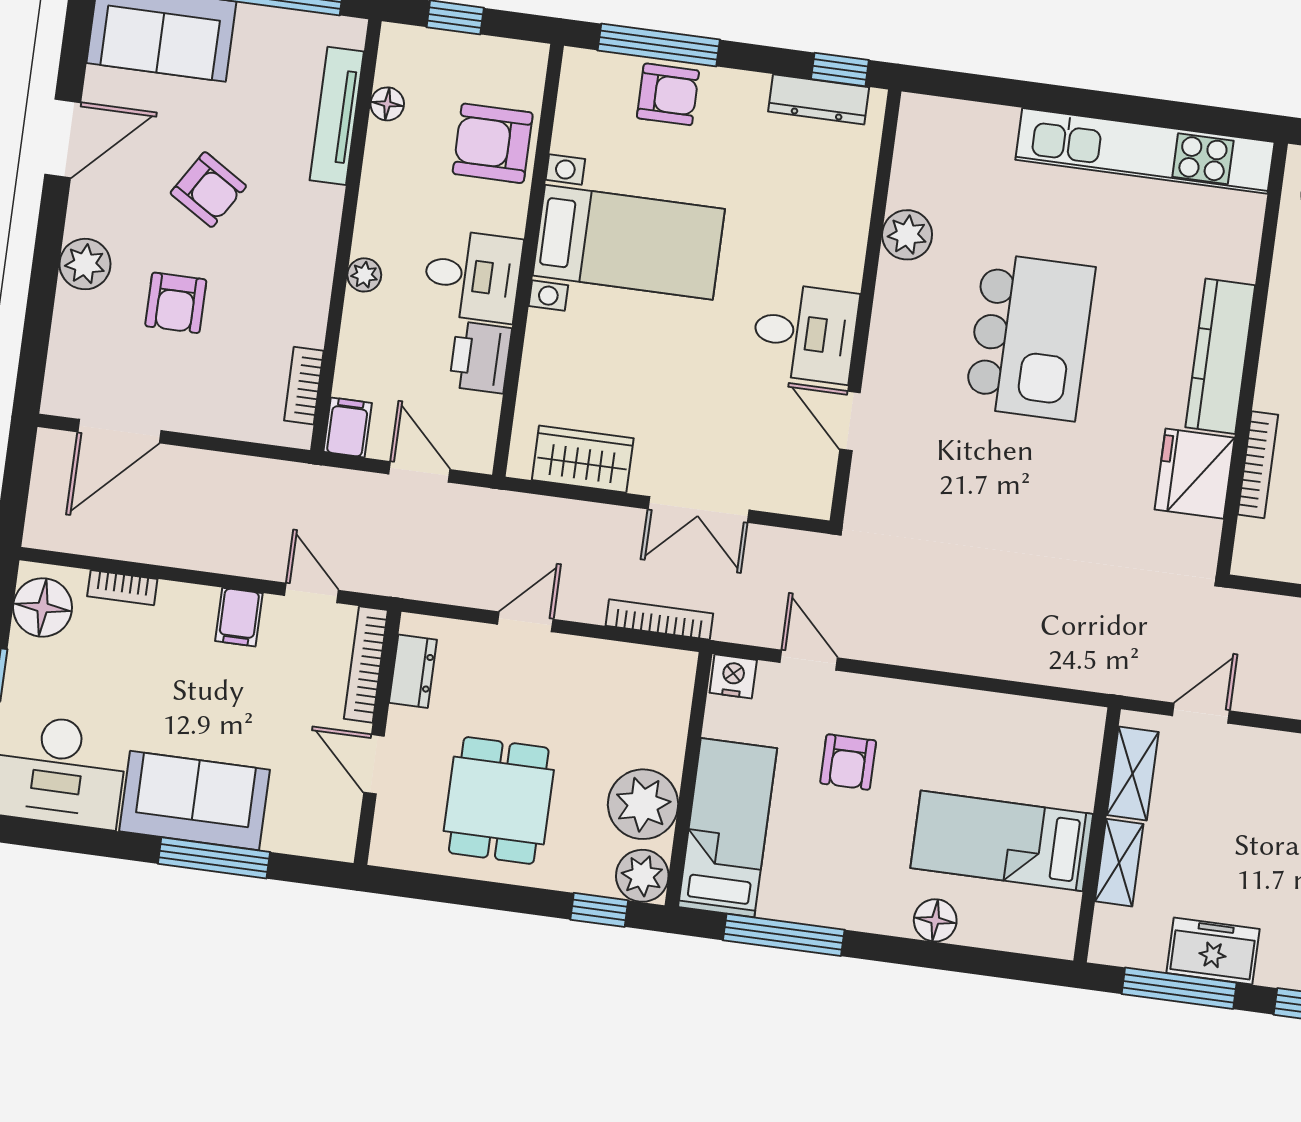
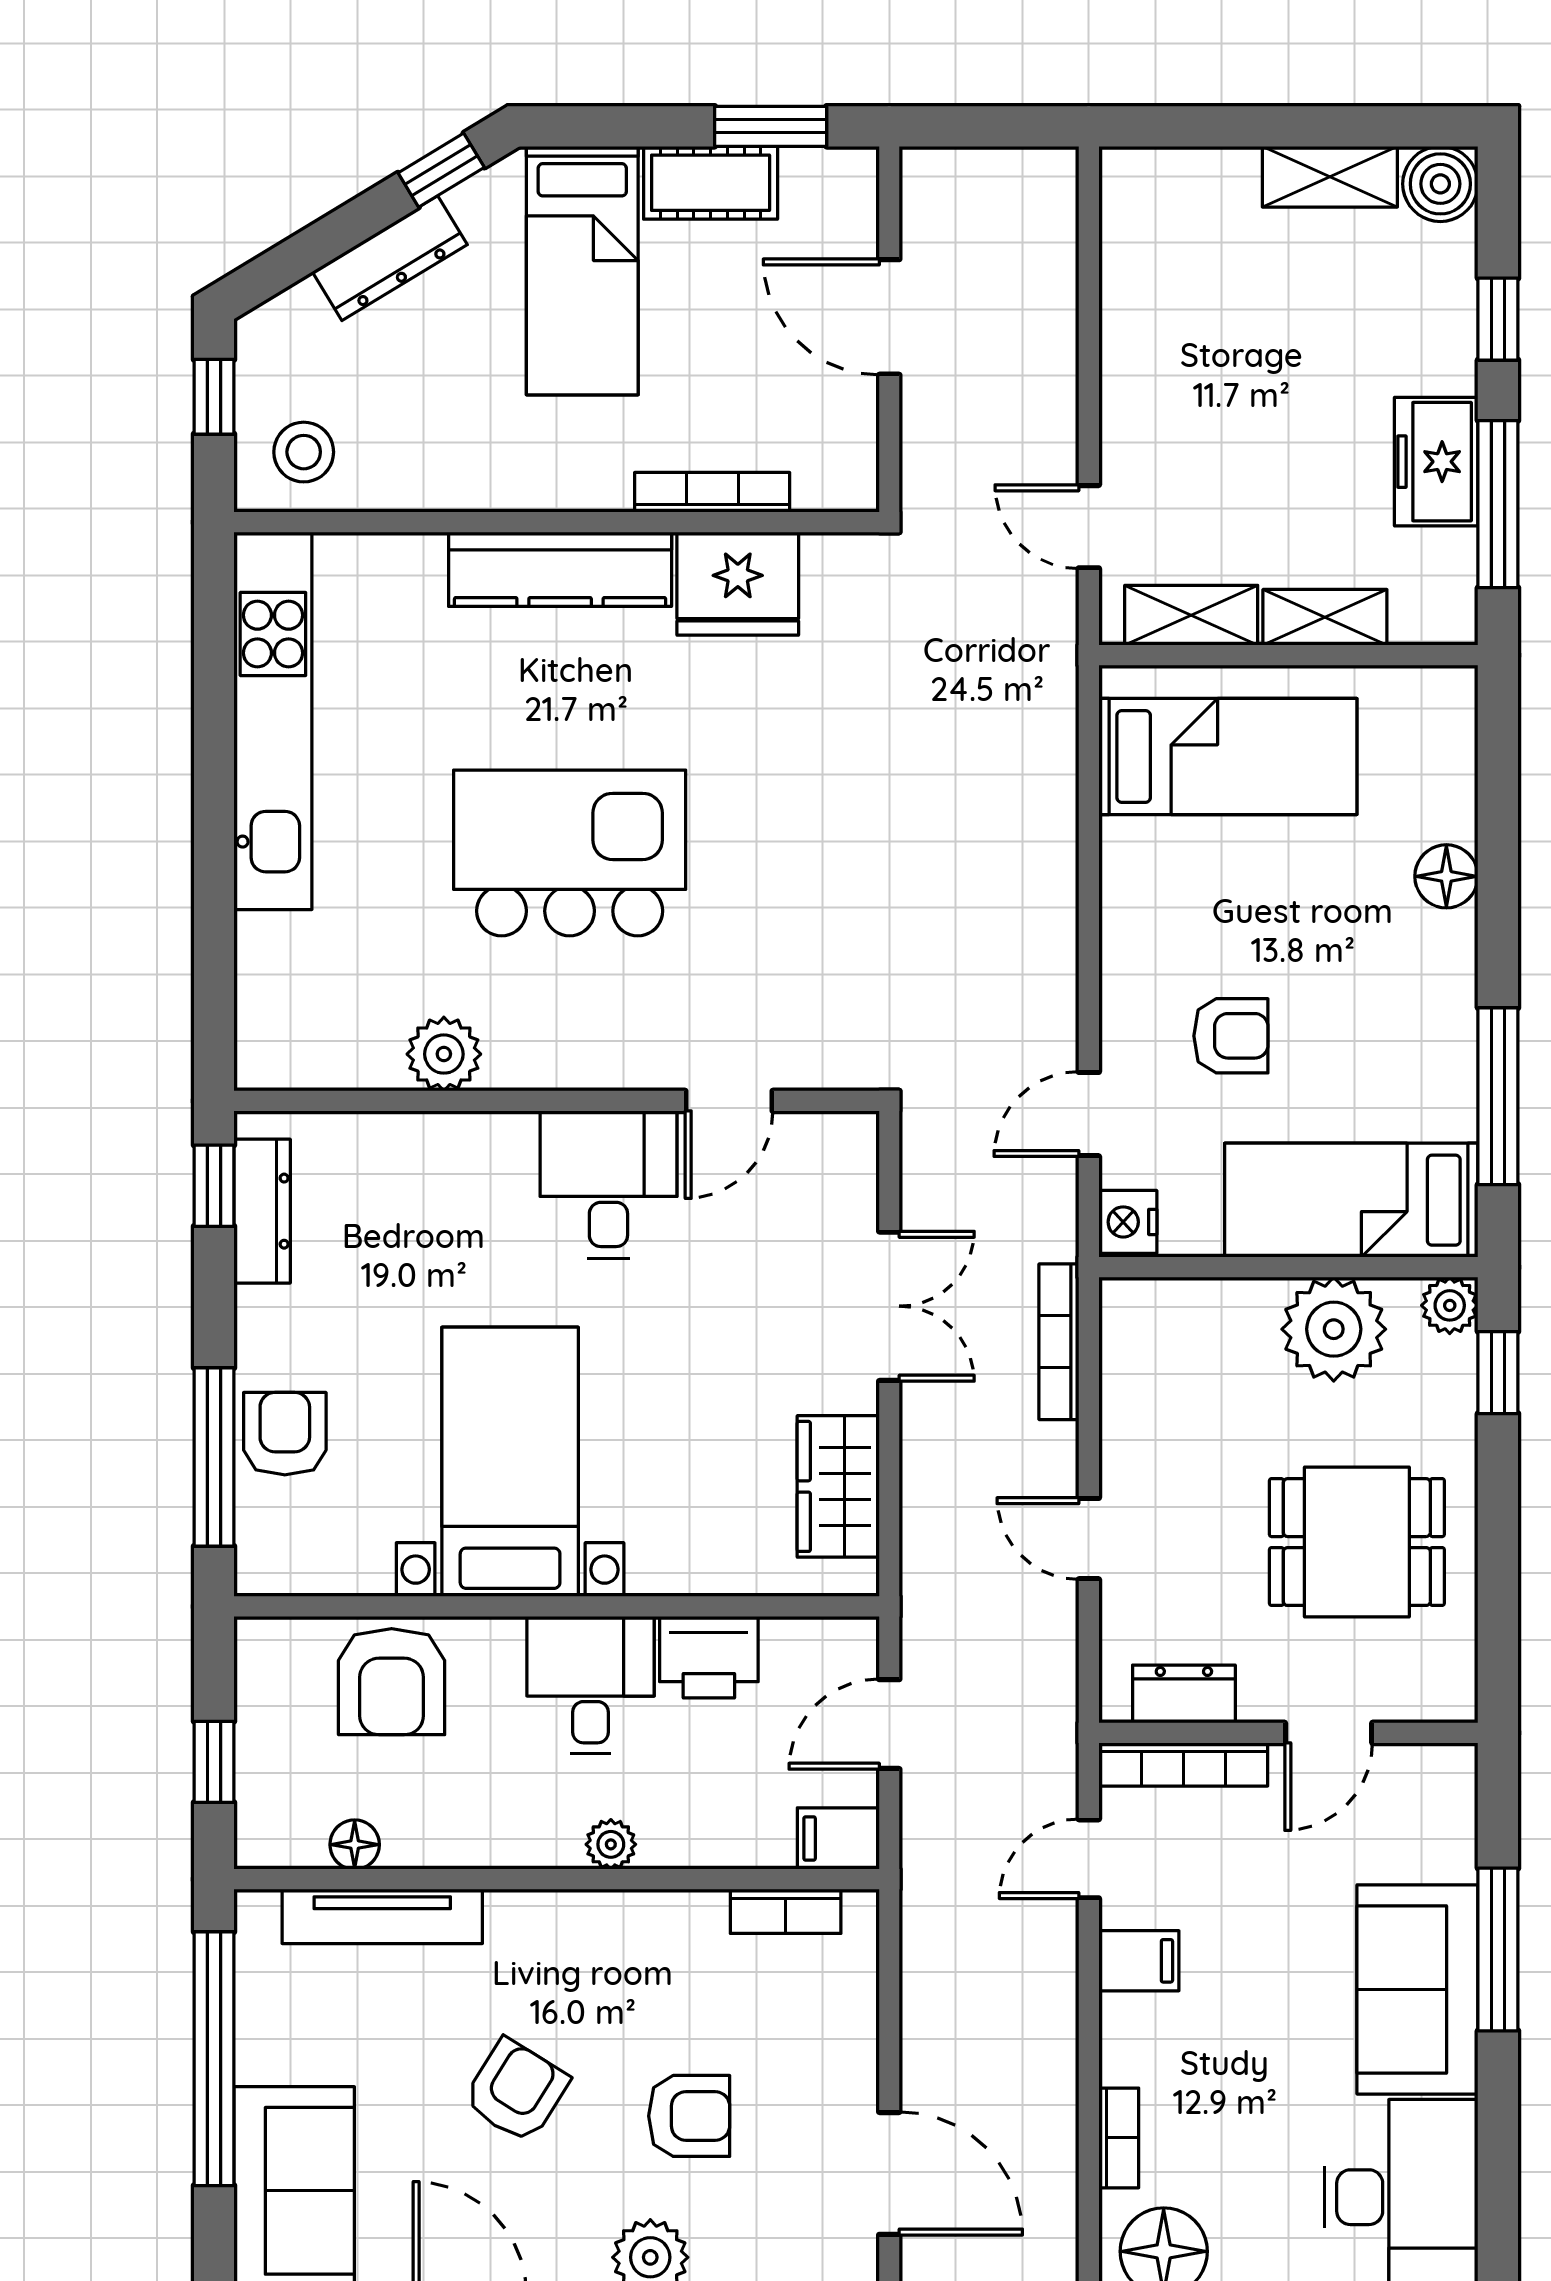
bed: (1002, 841) -> (1228, 756), moved, turned -90
plant: (642, 876) -> (1450, 1305), width x0.73, depth x0.73

